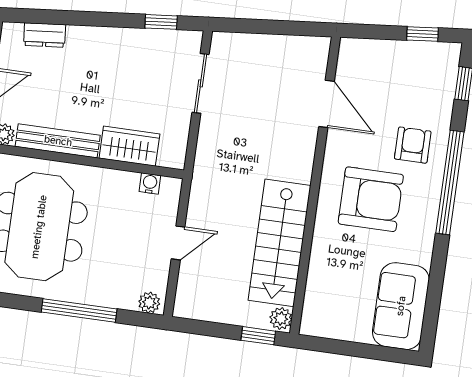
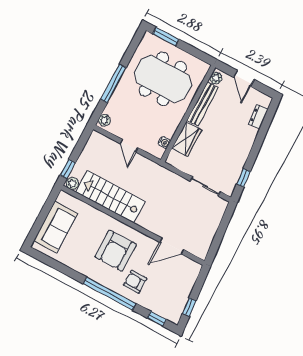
armchair: (413, 145) -> (135, 282), turned 180
sofa: (401, 306) -> (56, 227), moved, turned 90

